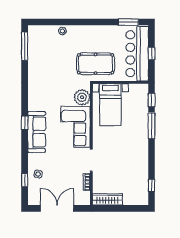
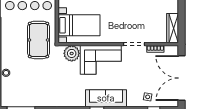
double door: (57, 208) -> (182, 78), width x1.36

